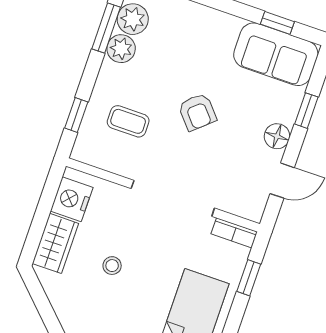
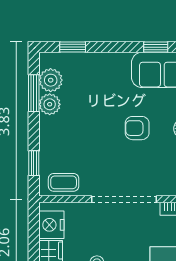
armchair: (197, 112) -> (137, 128), moved, turned 131
coffee table: (128, 121) -> (64, 182), moved

